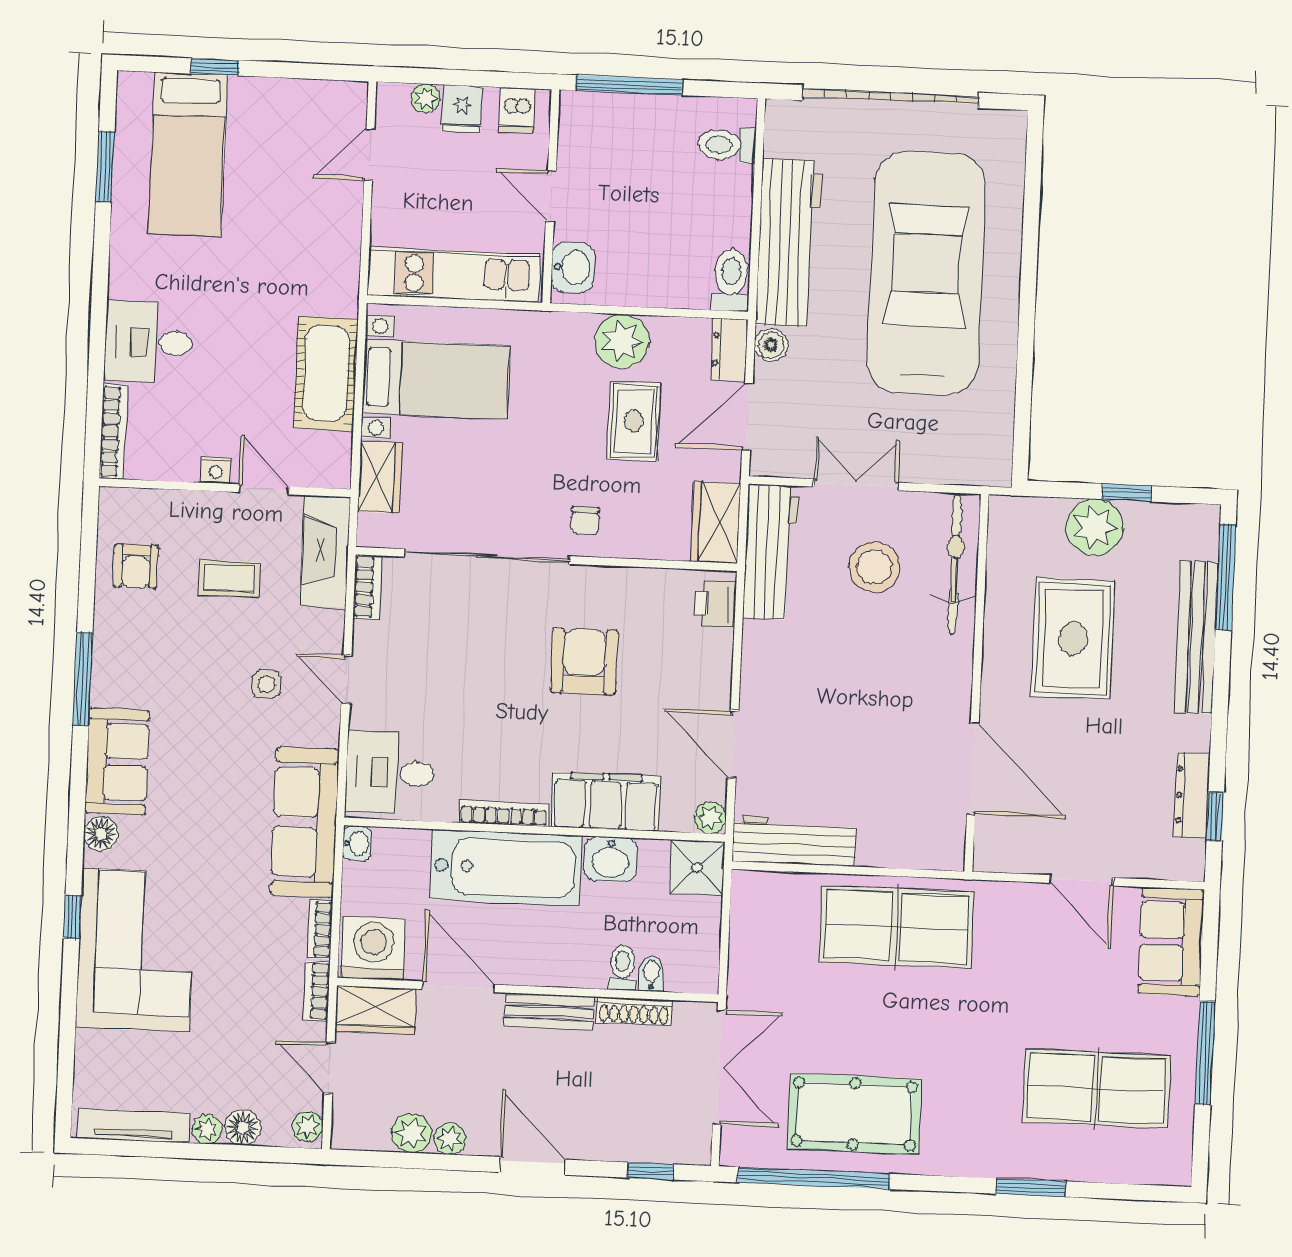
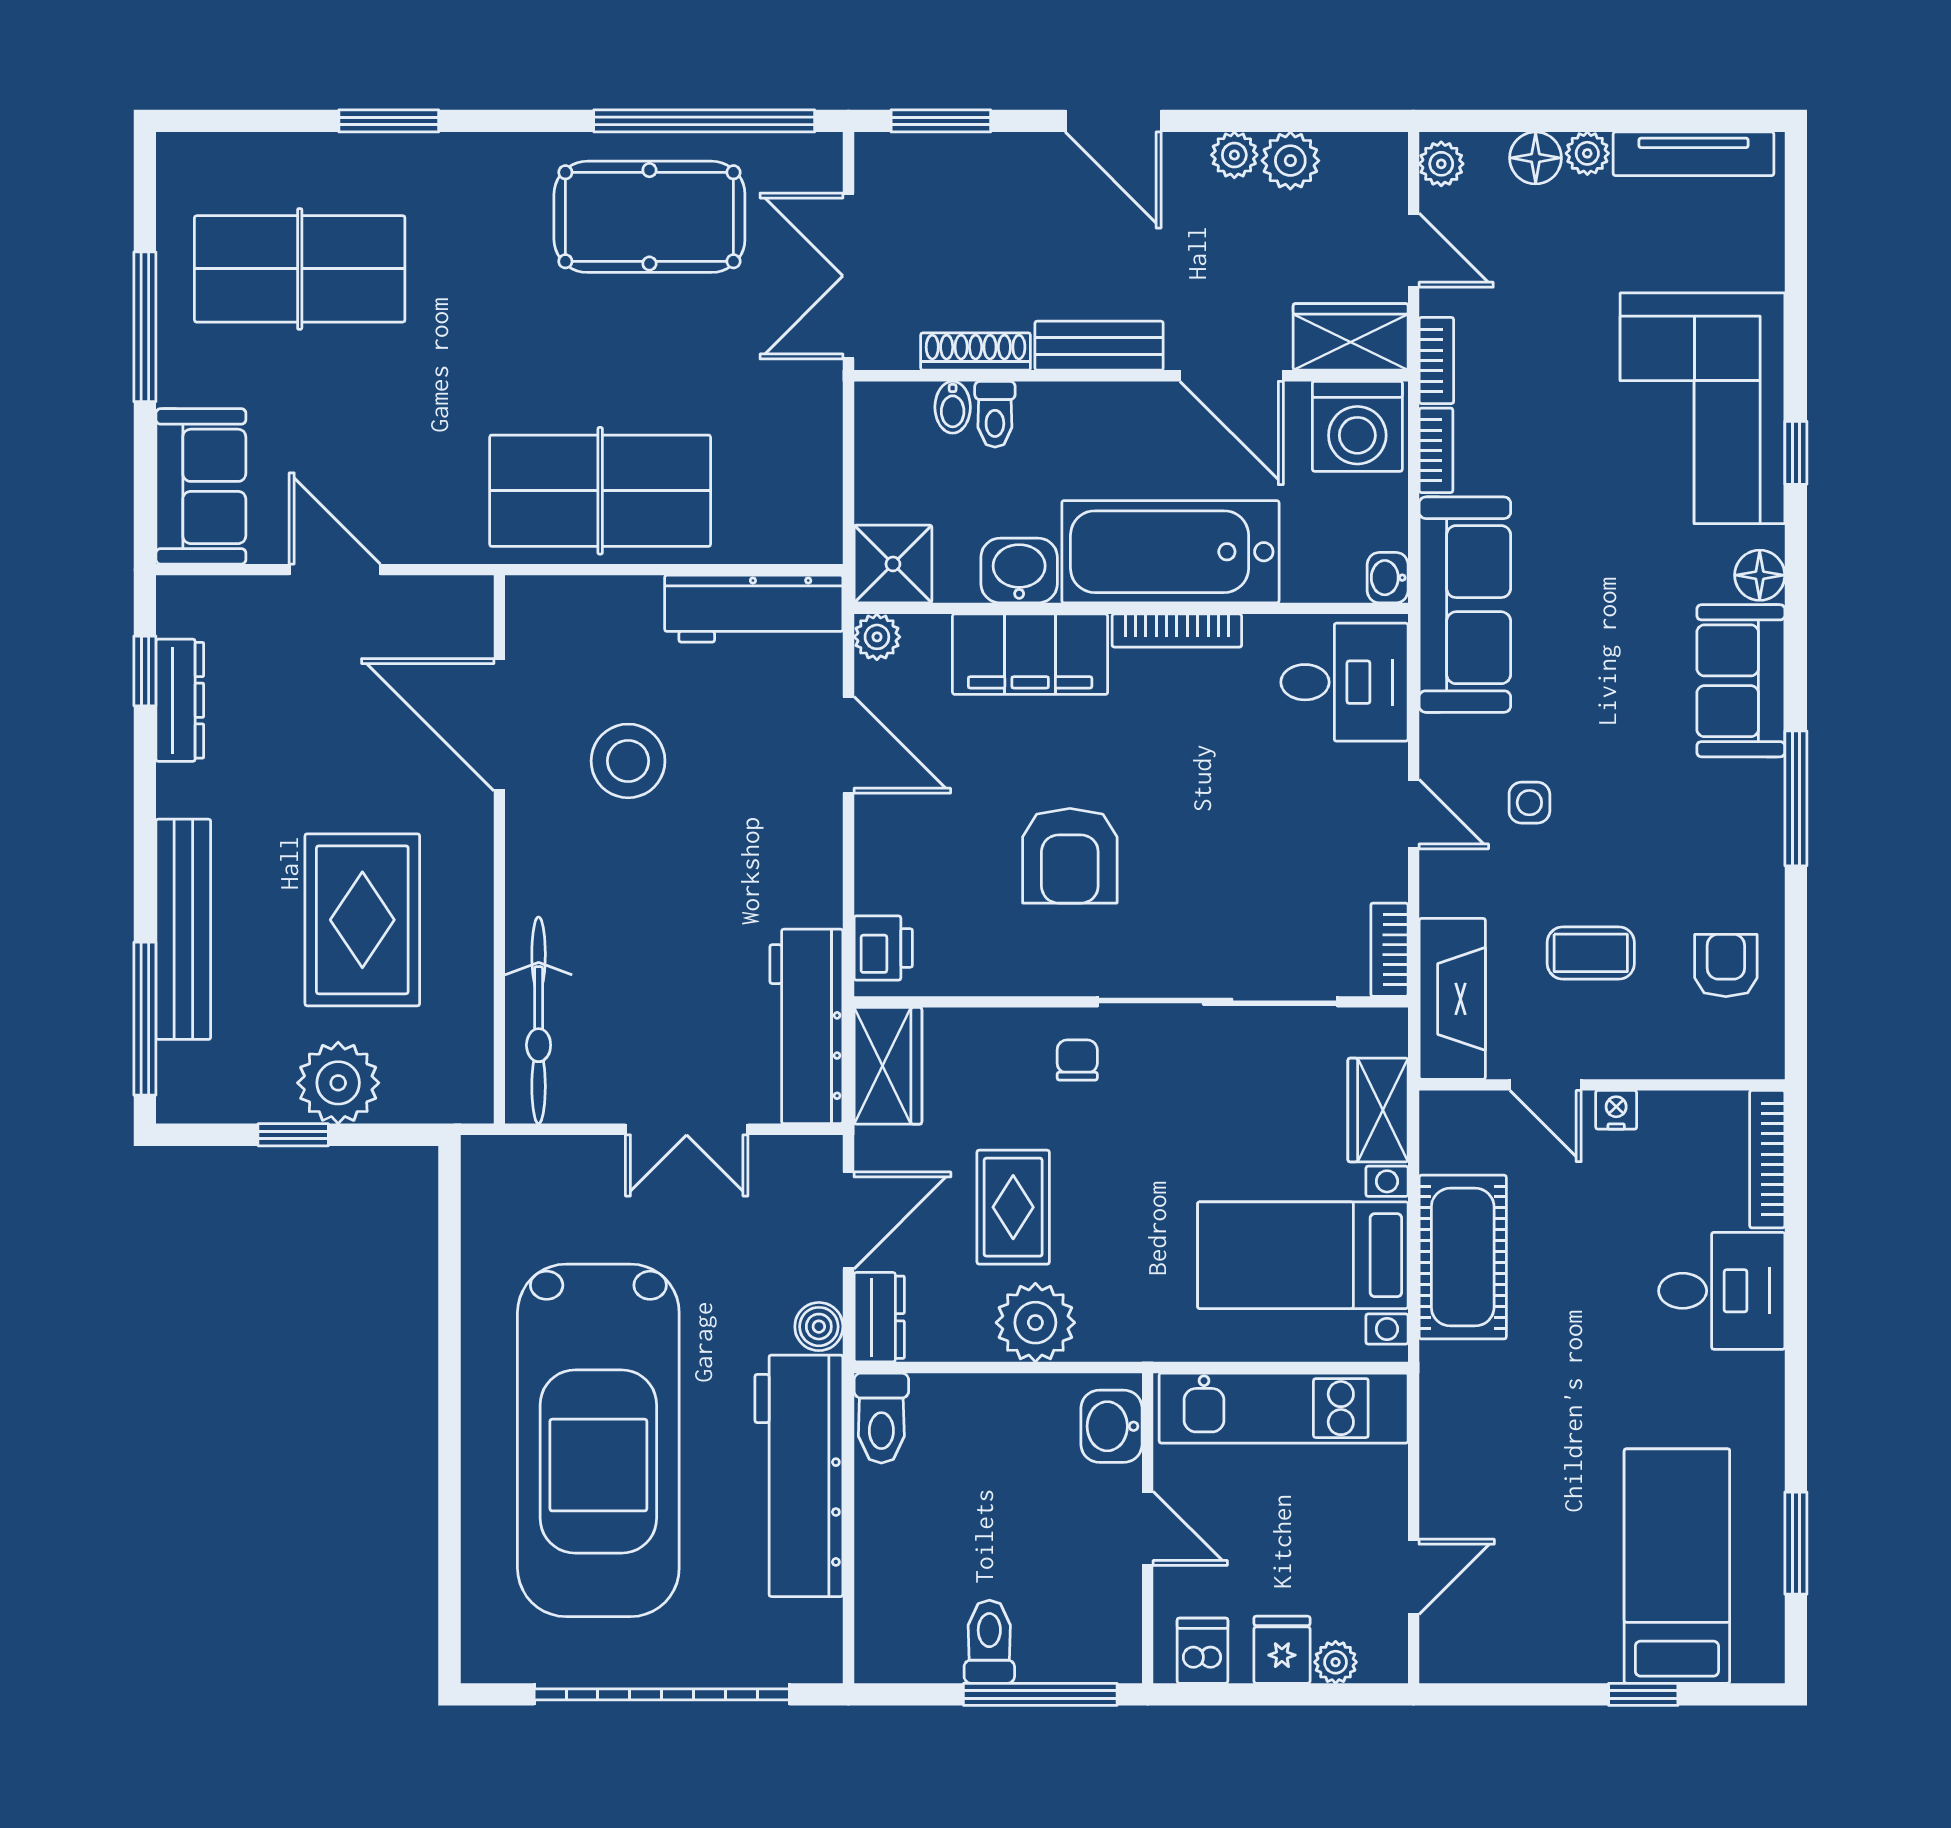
toilet: (727, 145) -> (989, 1642), moved, turned -90
stool: (874, 567) -> (628, 761), moved
window: (651, 1171) -> (941, 121), width x1.50

